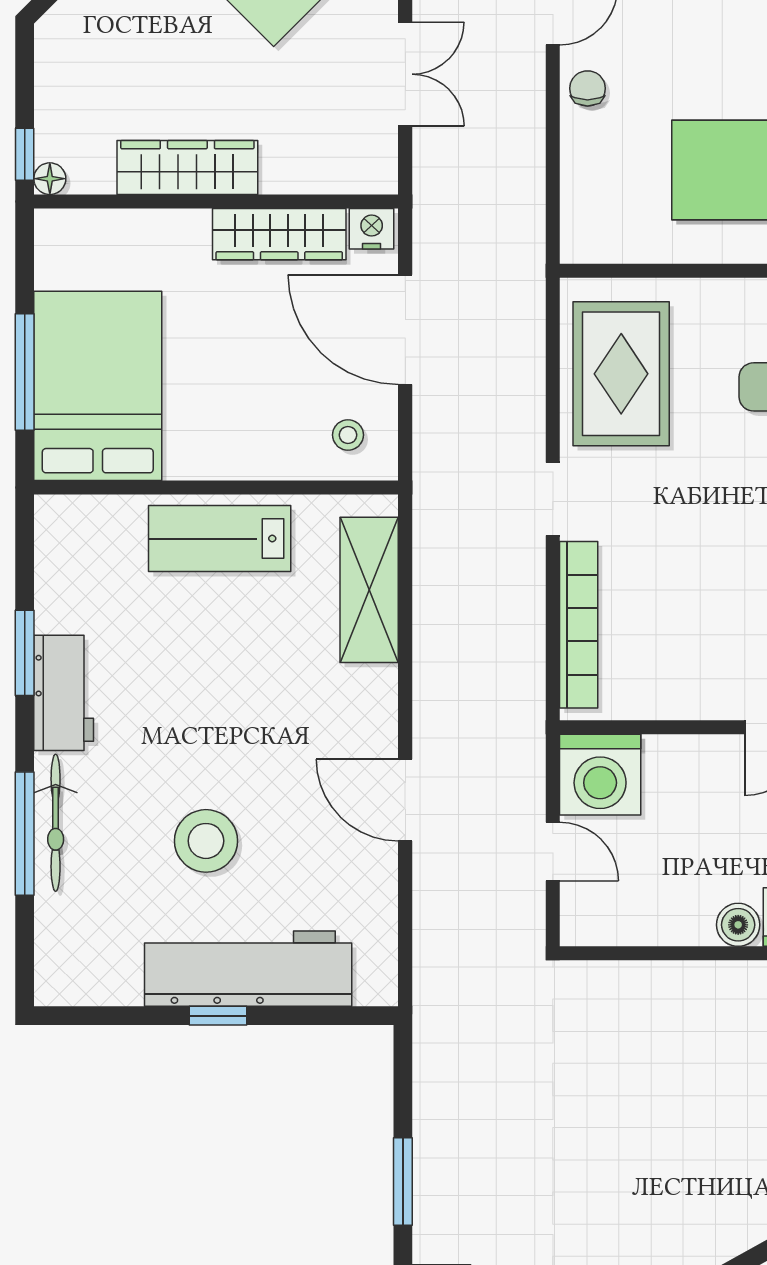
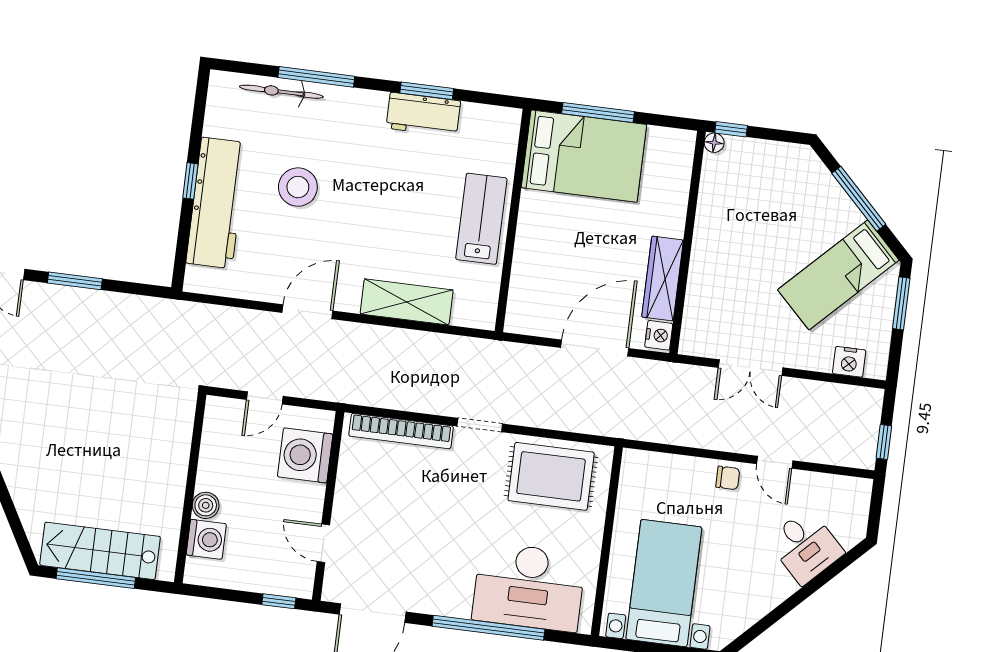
wardrobe: (187, 167) -> (710, 228), removed
stool: (348, 435) -> (535, 305), removed
shelving: (369, 590) -> (407, 302), moved
workbench: (64, 693) -> (423, 115), moved
washing machine: (600, 775) -> (305, 455), moved
bicycle: (56, 823) -> (281, 92), moved

